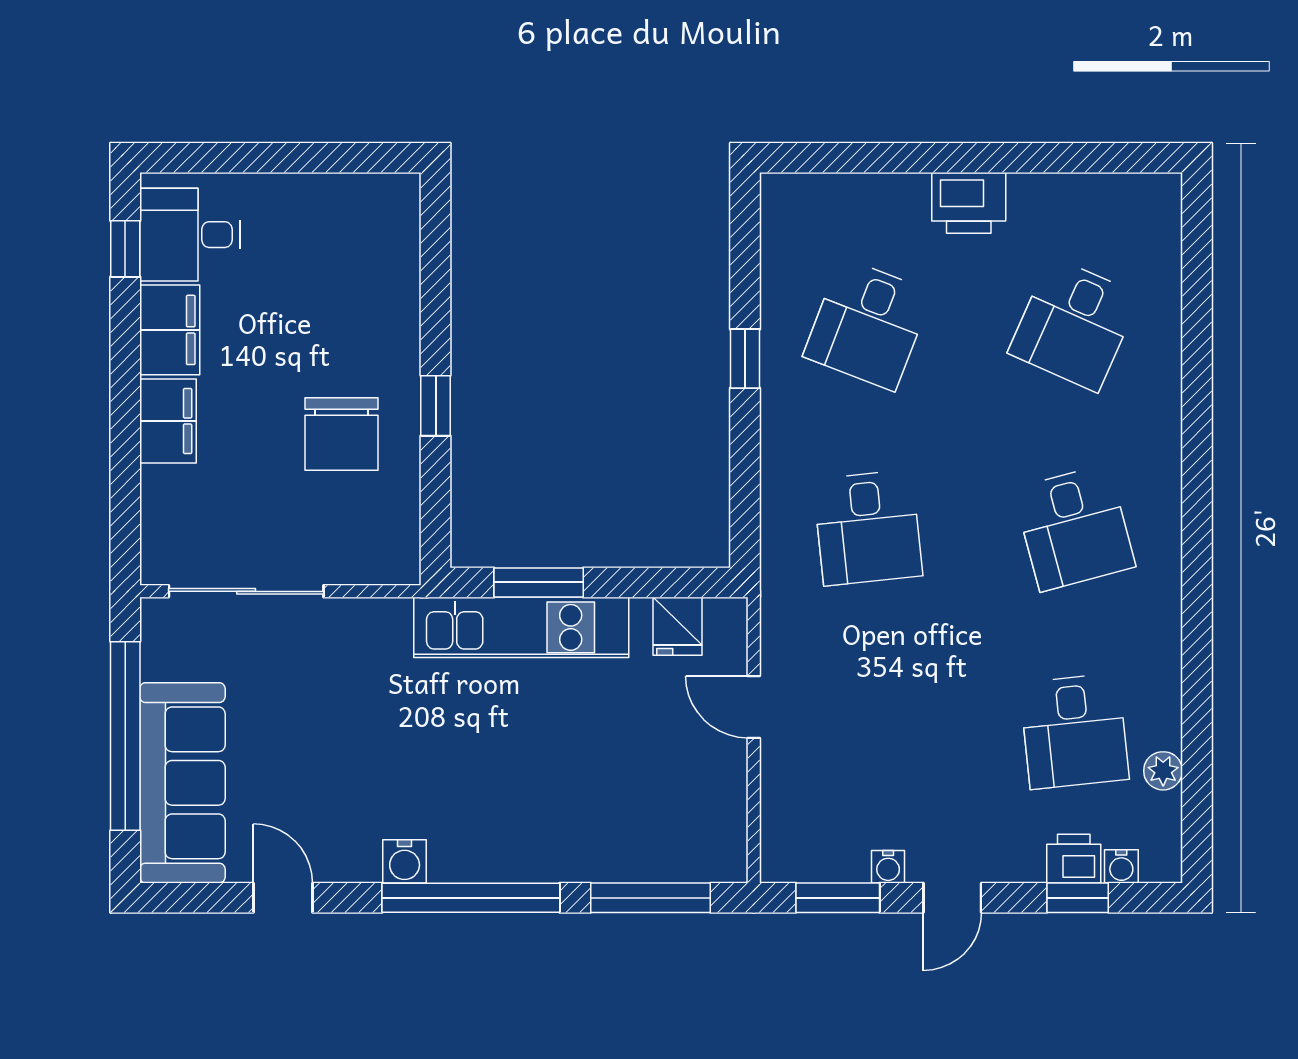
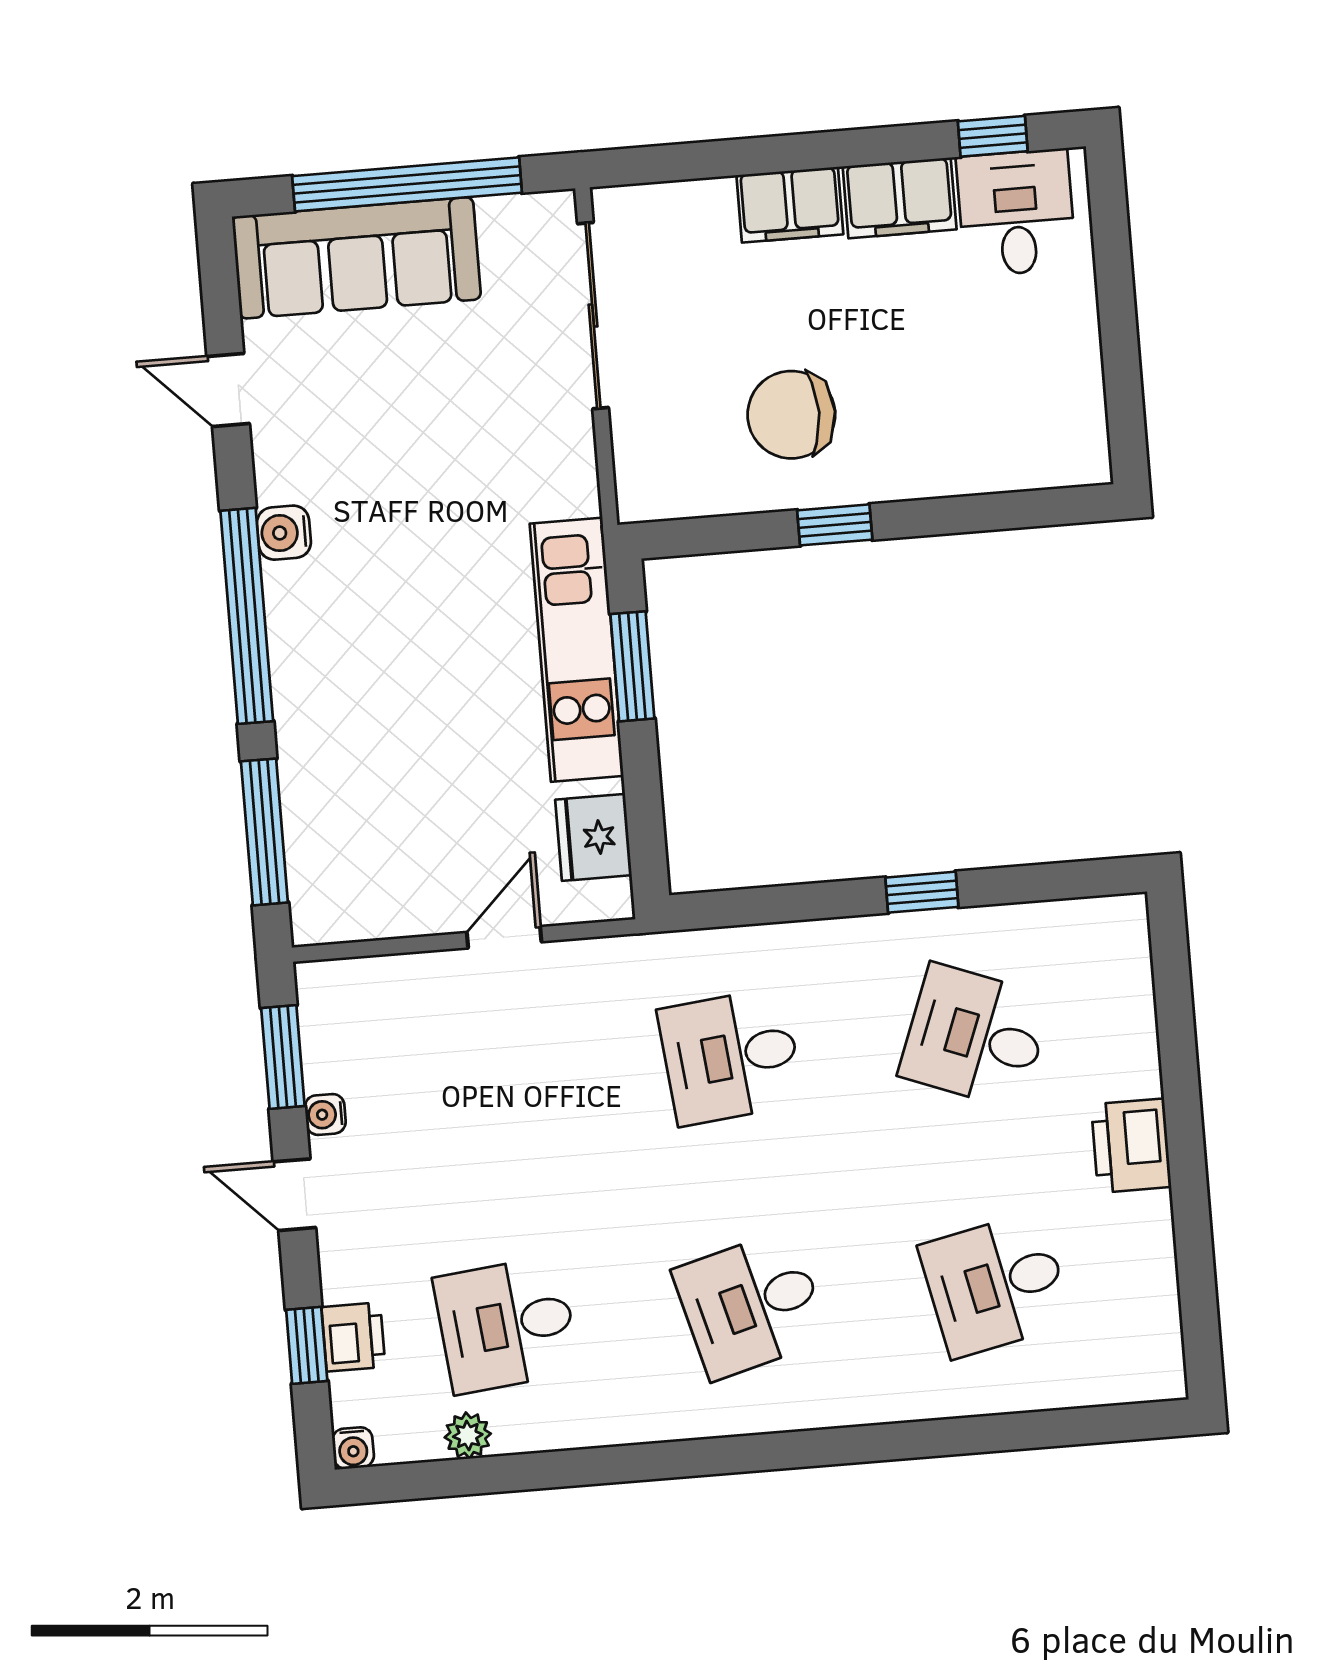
desk: (1074, 324) -> (996, 1285), turned -36
fridge: (677, 626) -> (594, 837), width x1.38
water cooler: (1121, 866) -> (353, 1448), moved, turned -90
door: (283, 898) -> (228, 390), swing flipped

